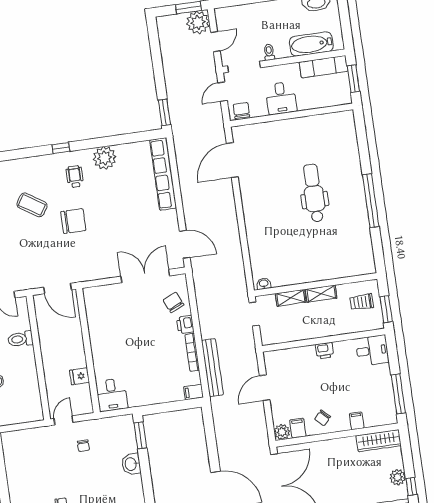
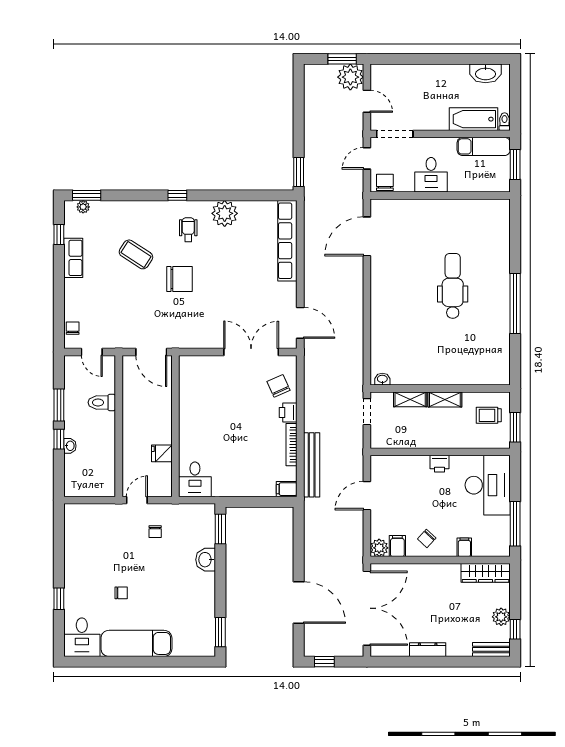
door: (215, 42) -> (367, 101), hinge flipped
toilet: (269, 52) -> (505, 122), moved
desk: (372, 351) -> (488, 485), width x1.87, depth x1.30

